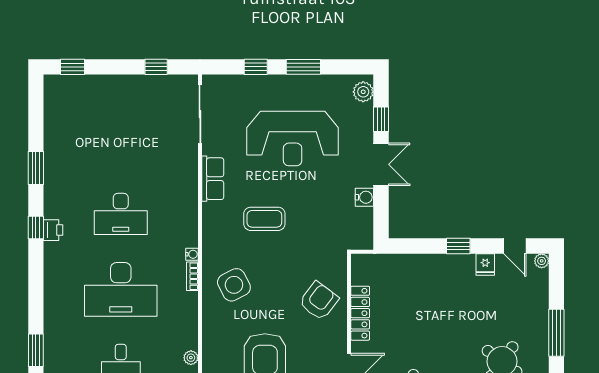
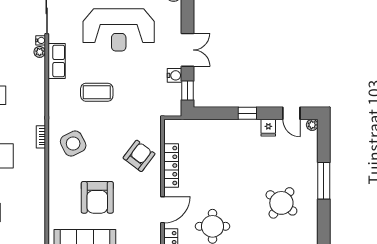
window: (381, 119) -> (187, 91), moved
water cooler: (192, 254) -> (41, 40), moved
plant: (191, 358) -> (40, 52), moved

